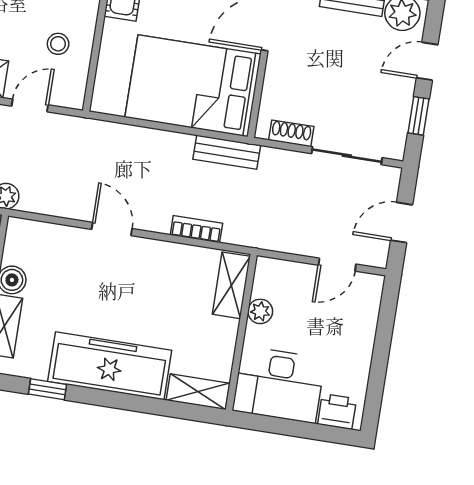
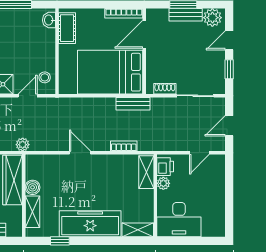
stool: (58, 44) -> (45, 77), moved
printer: (337, 411) -> (165, 167), moved, turned 90

